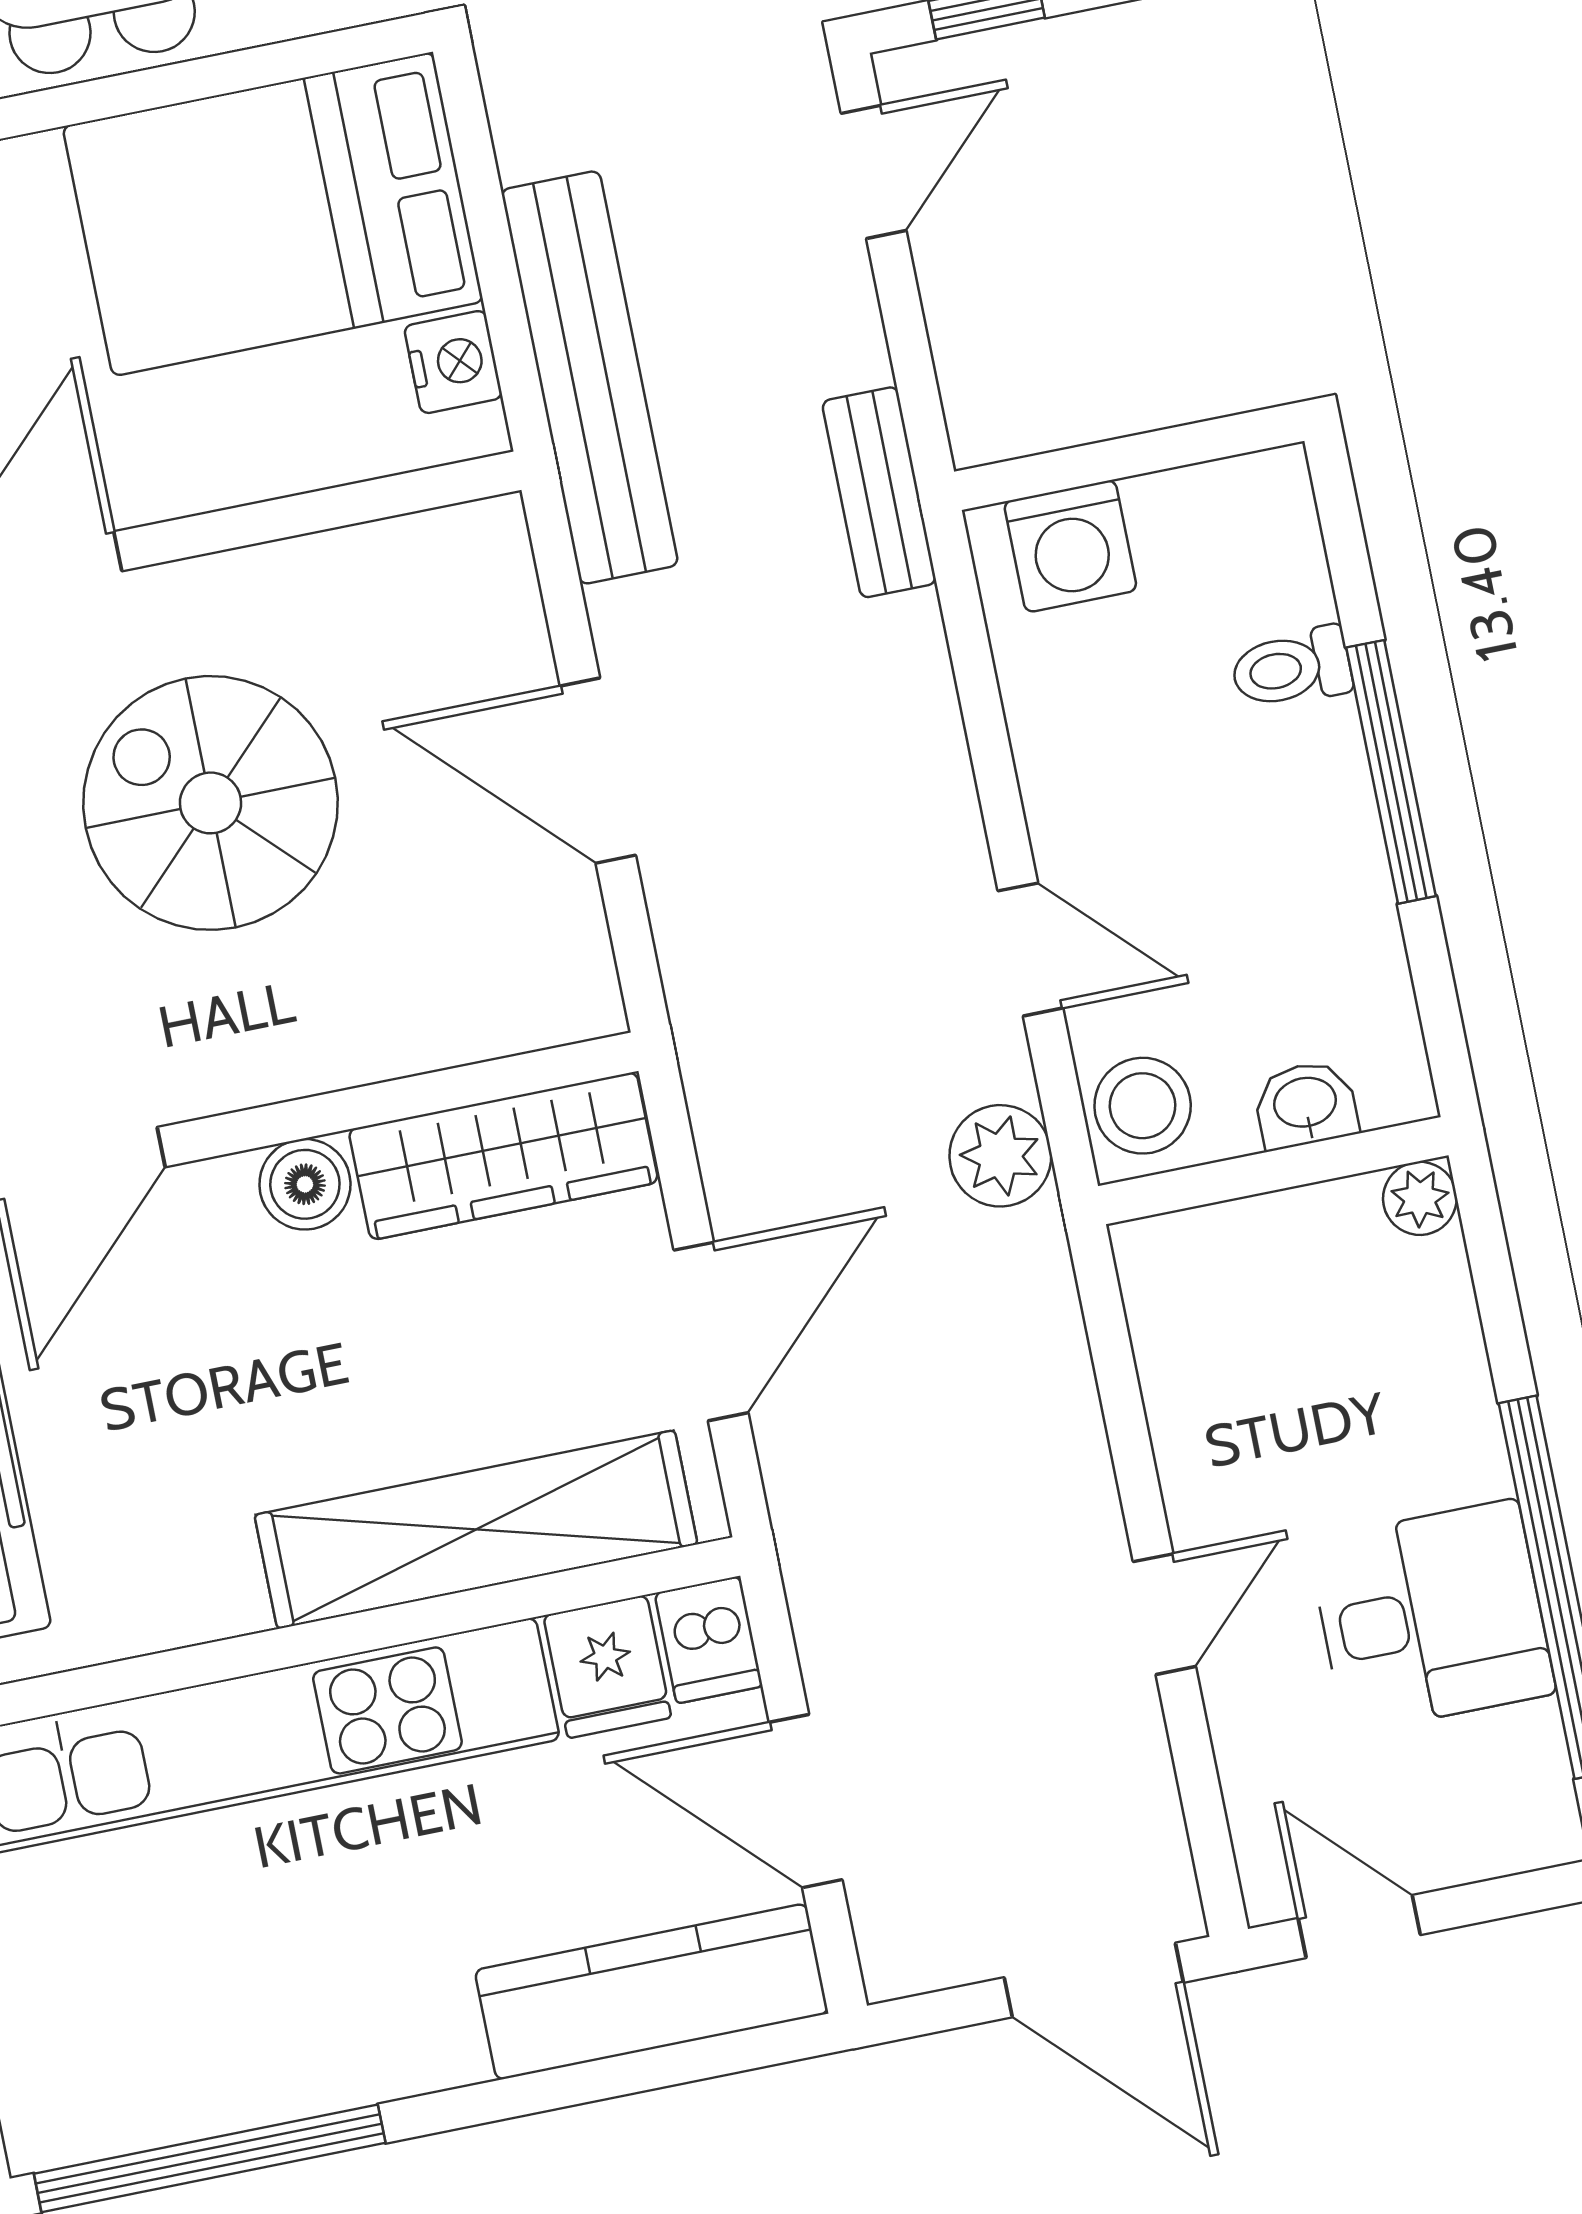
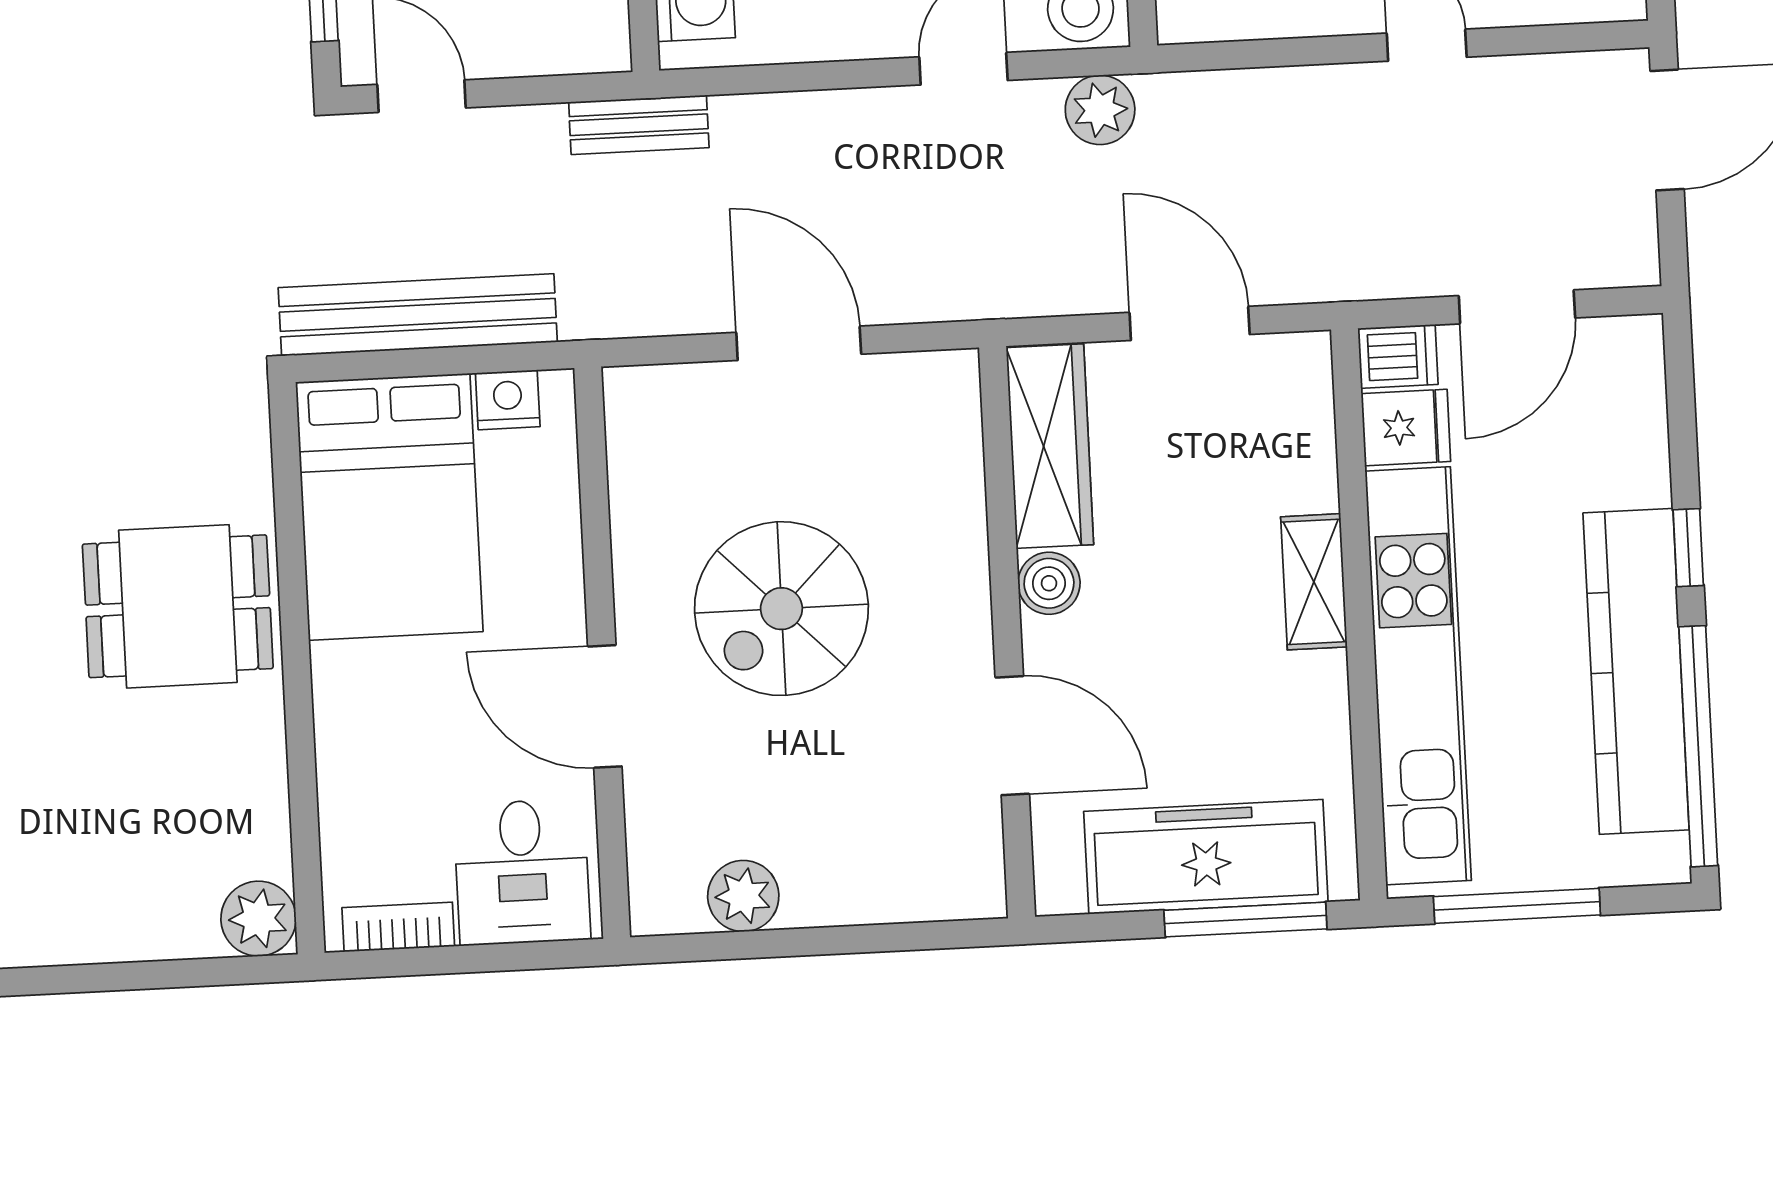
bench: (590, 377) -> (418, 315), moved
door: (598, 771) -> (799, 343), swing flipped
shelving: (476, 1530) -> (1314, 582), width x0.45, depth x0.75
kitchen counter: (652, 1992) -> (1636, 671), moved, width x1.39, depth x1.17
window: (495, 2101) -> (1688, 548), added

